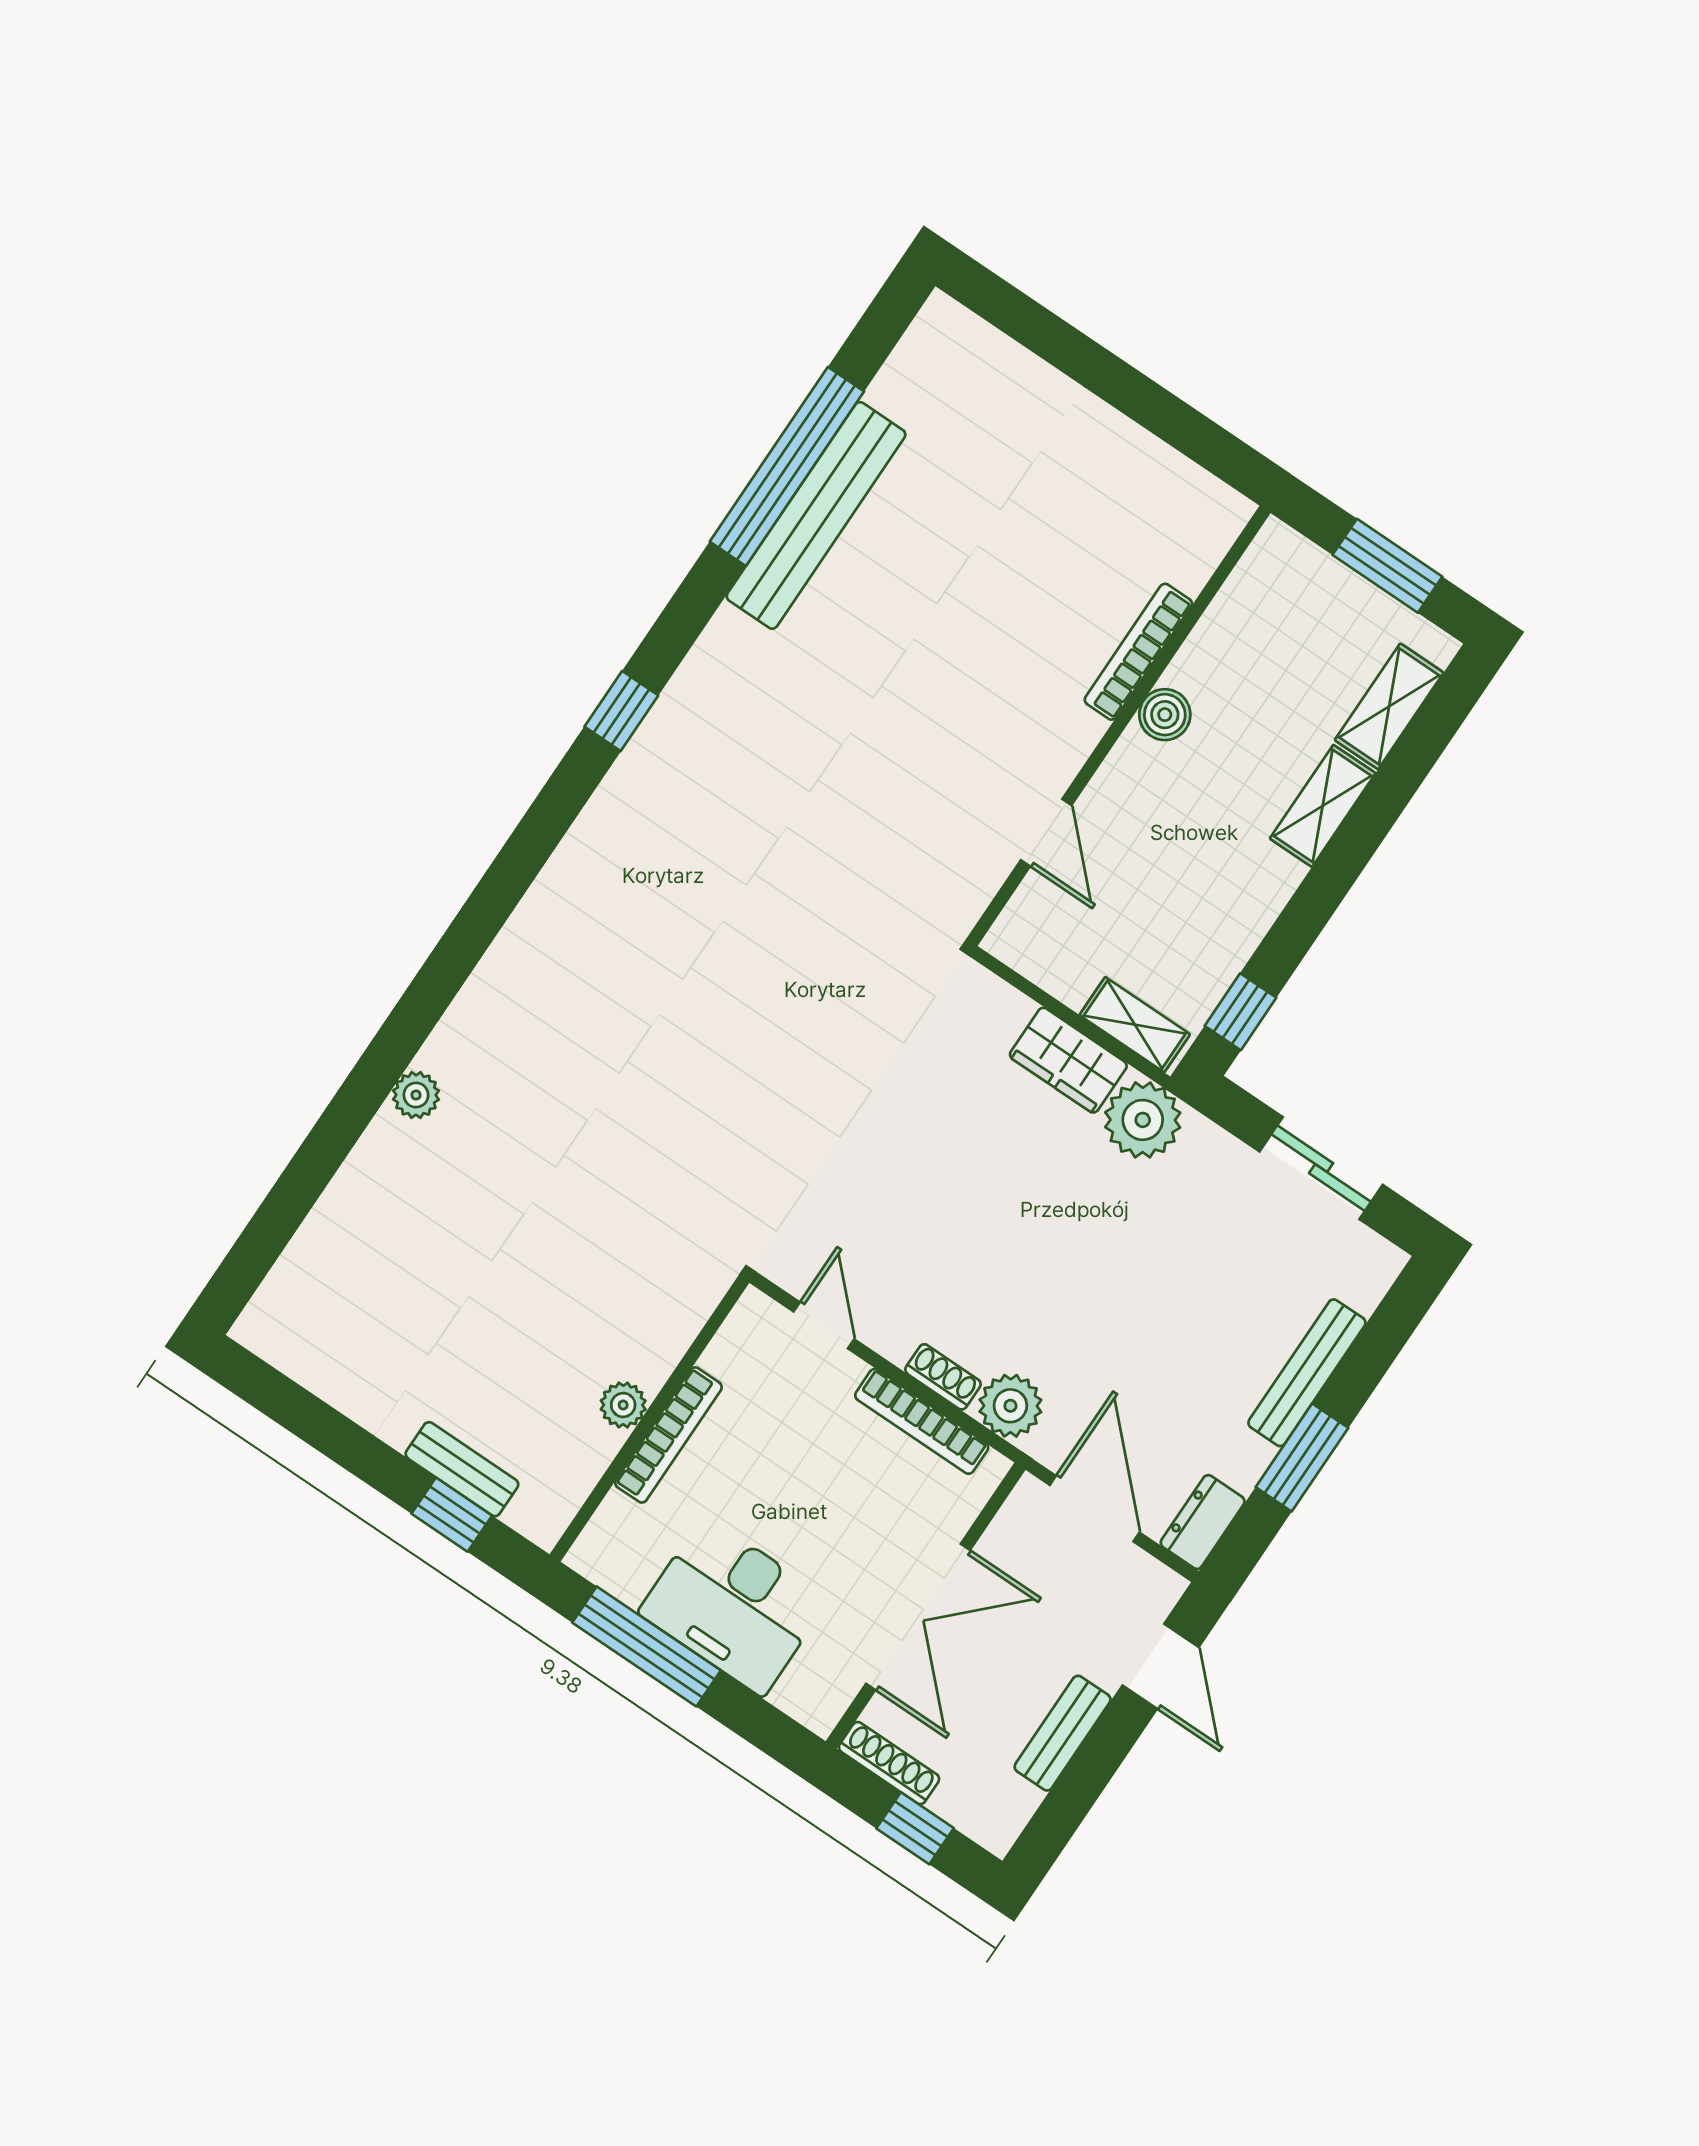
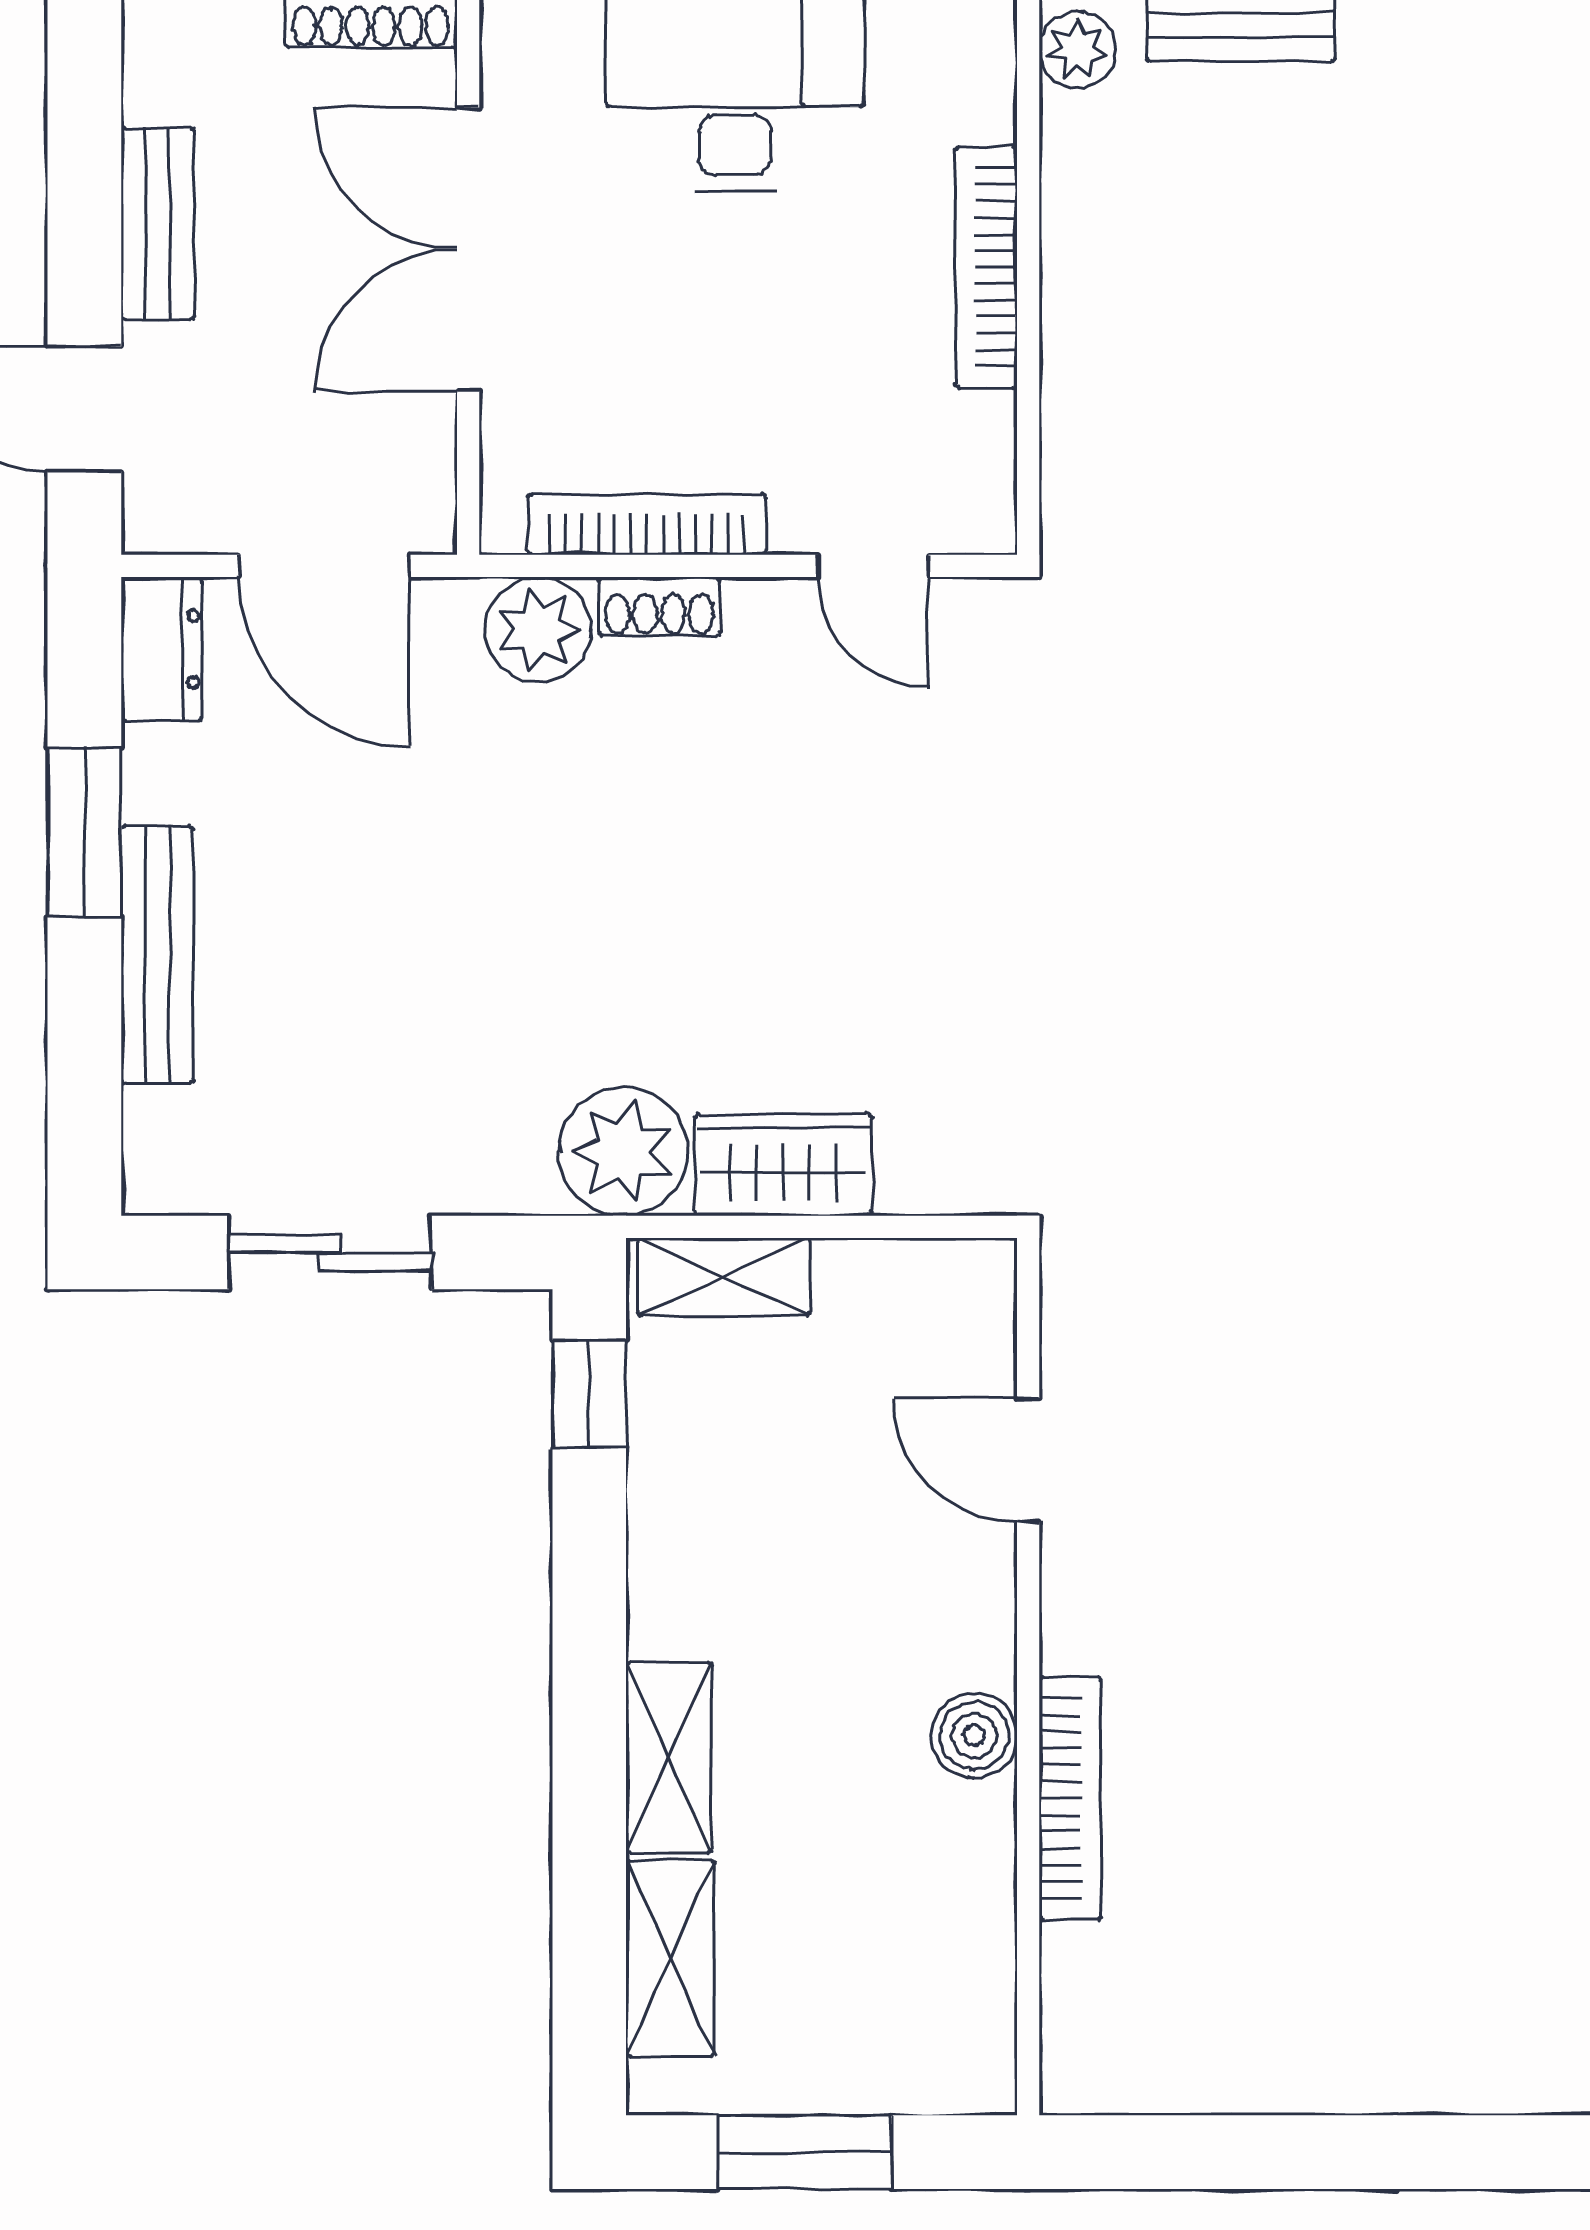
plant: (623, 1405) -> (1077, 50), moved

